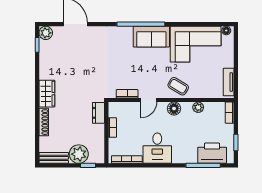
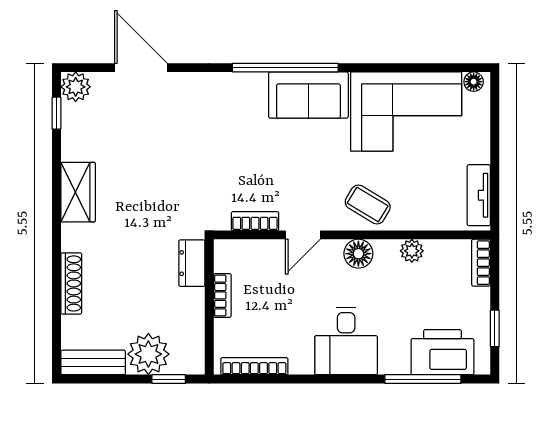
wardrobe: (47, 94) -> (78, 192), moved
desk: (157, 148) -> (346, 341), moved

